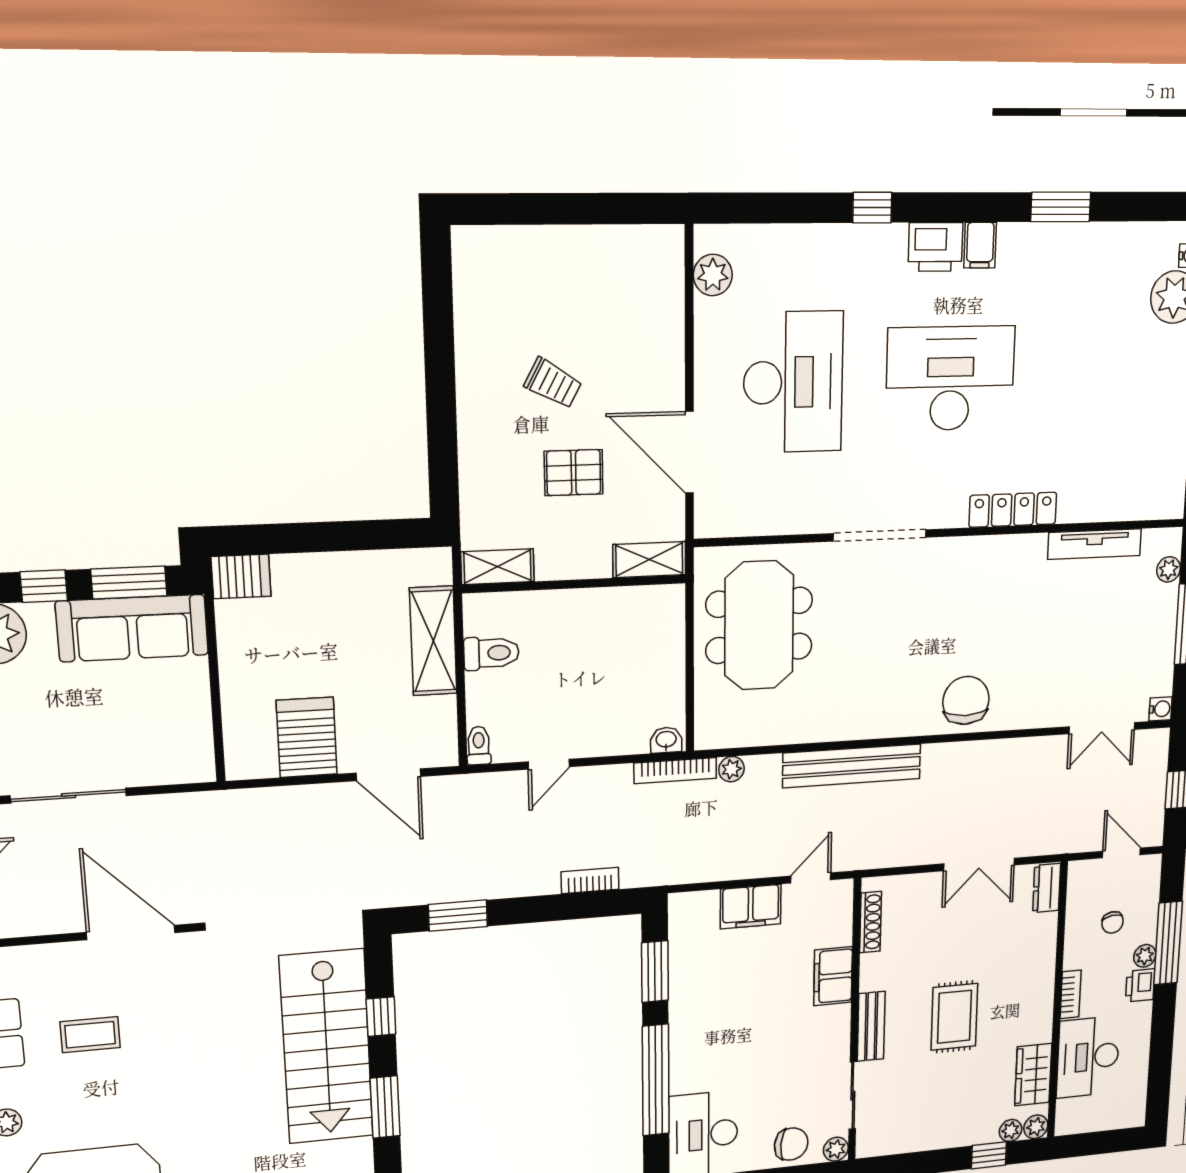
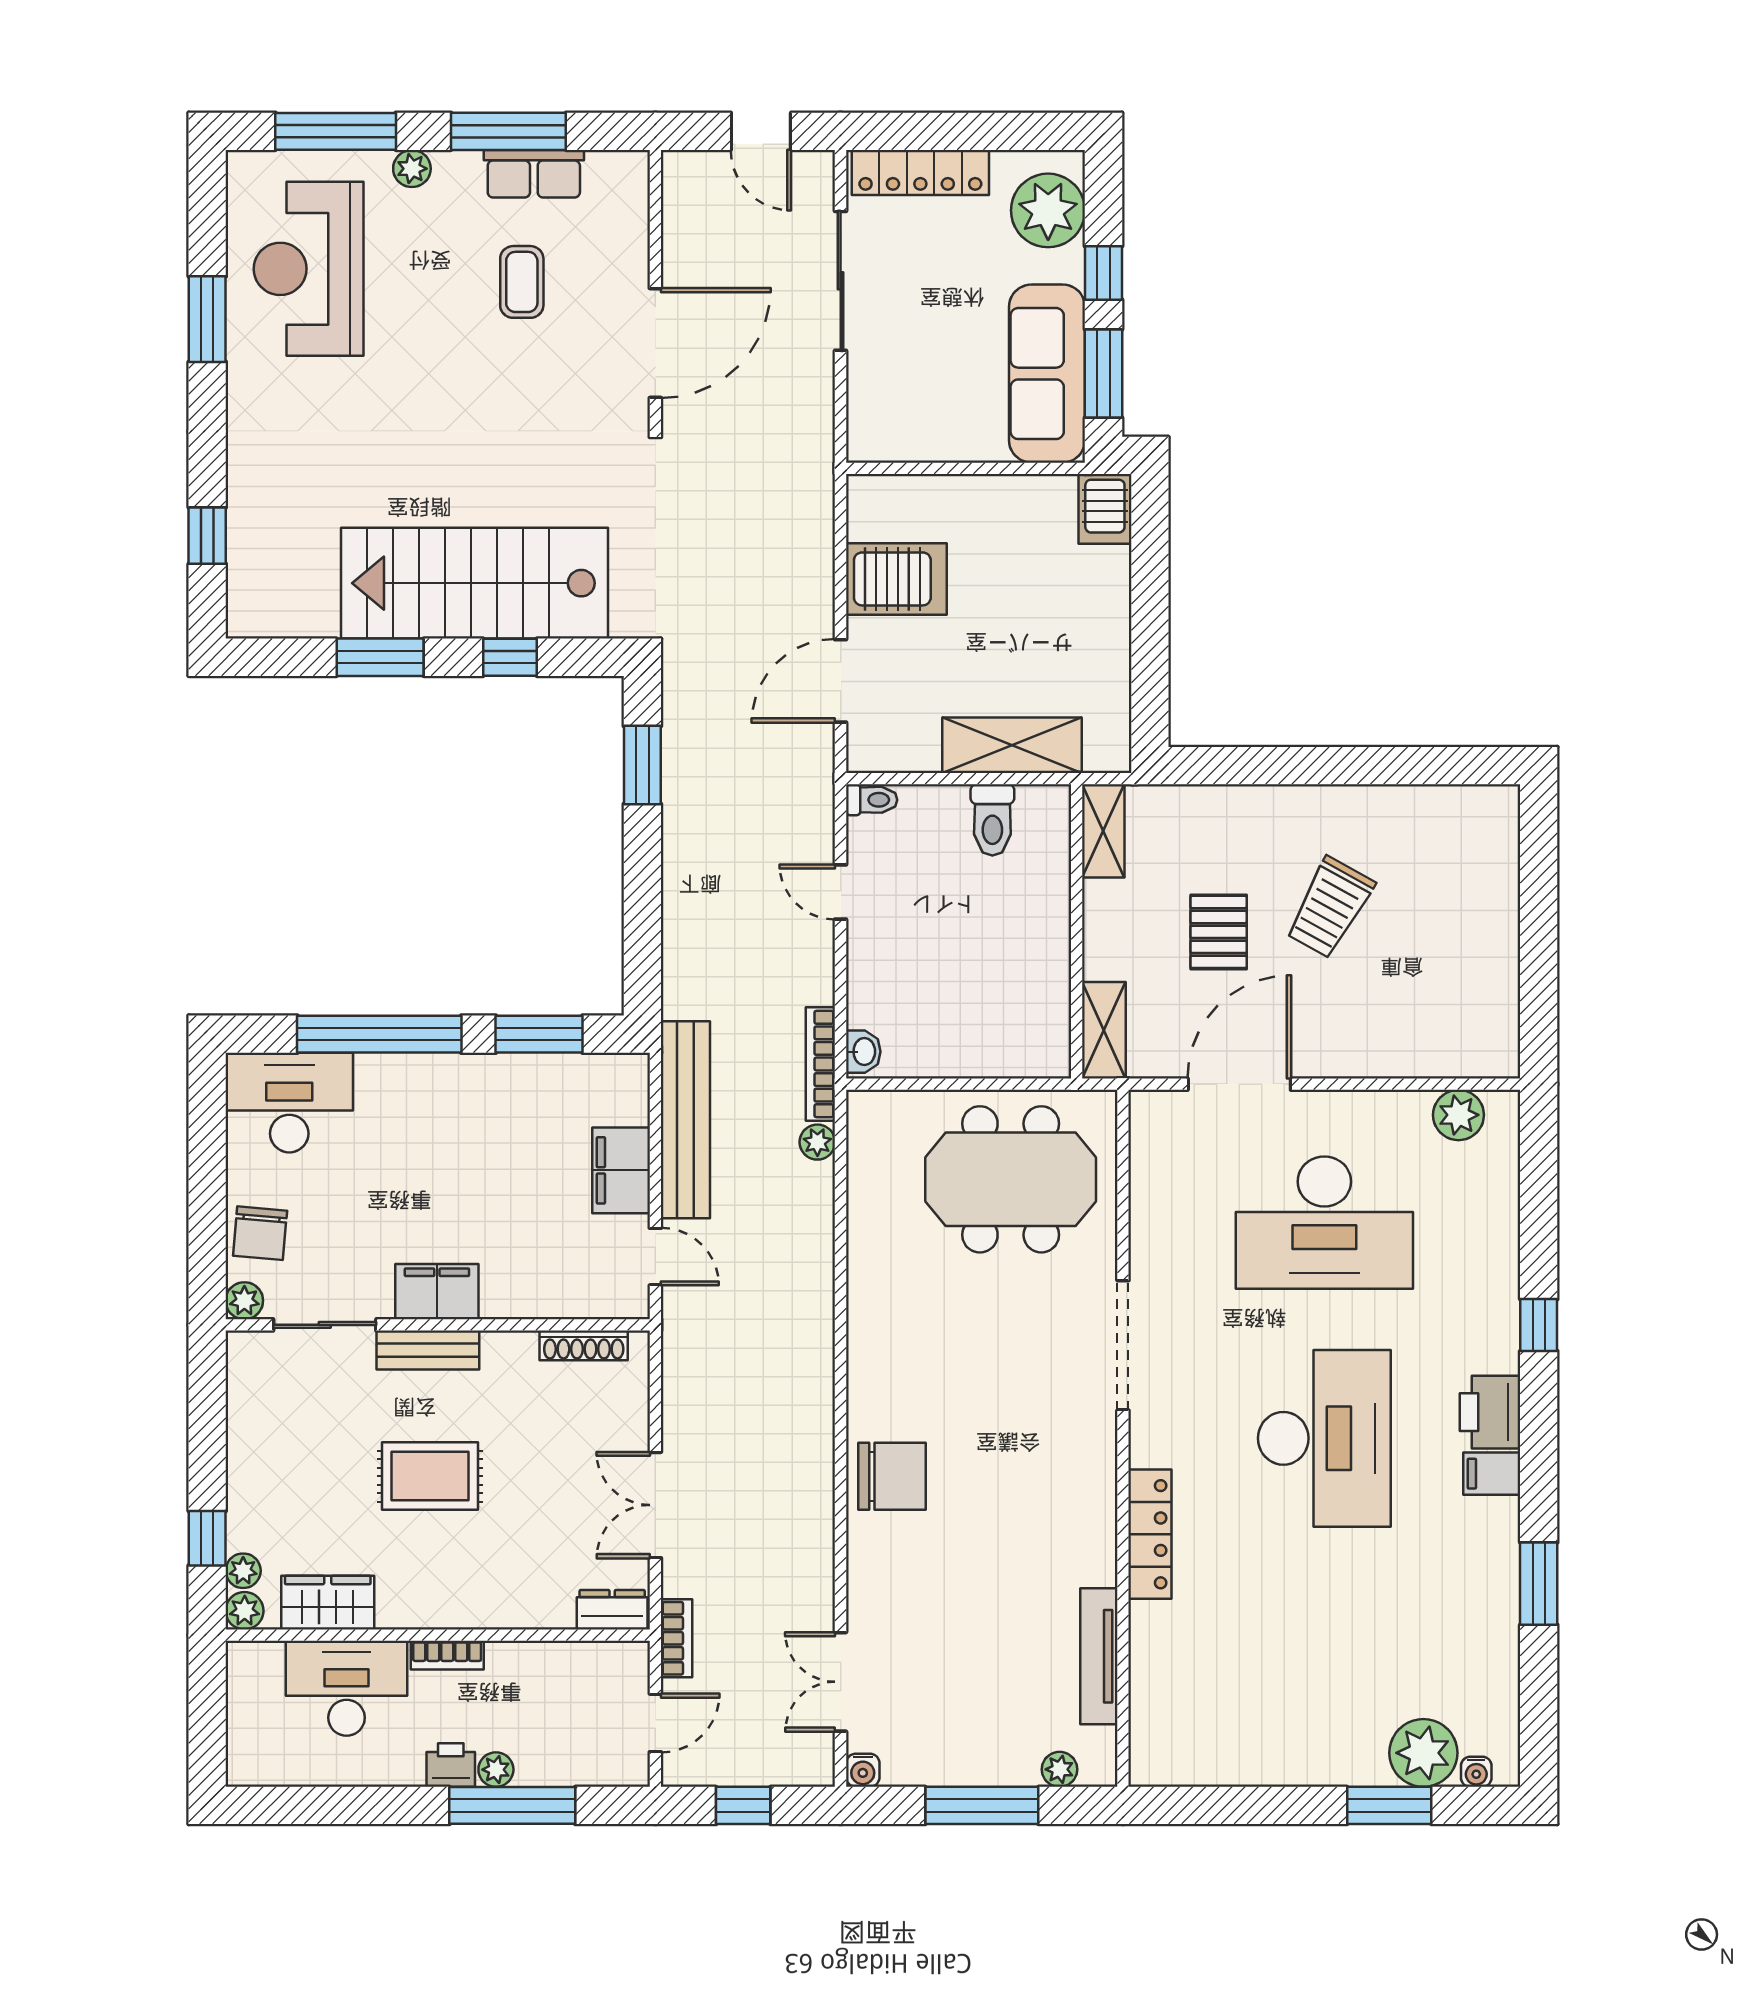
trolley: (553, 383) -> (1330, 908), width x1.36, depth x1.39
bench: (852, 766) -> (685, 1120), moved
bookcase: (590, 881) -> (677, 1638), moved
chair: (1113, 922) -> (552, 1715), removed
filing cabinet: (833, 976) -> (437, 1292), moved

